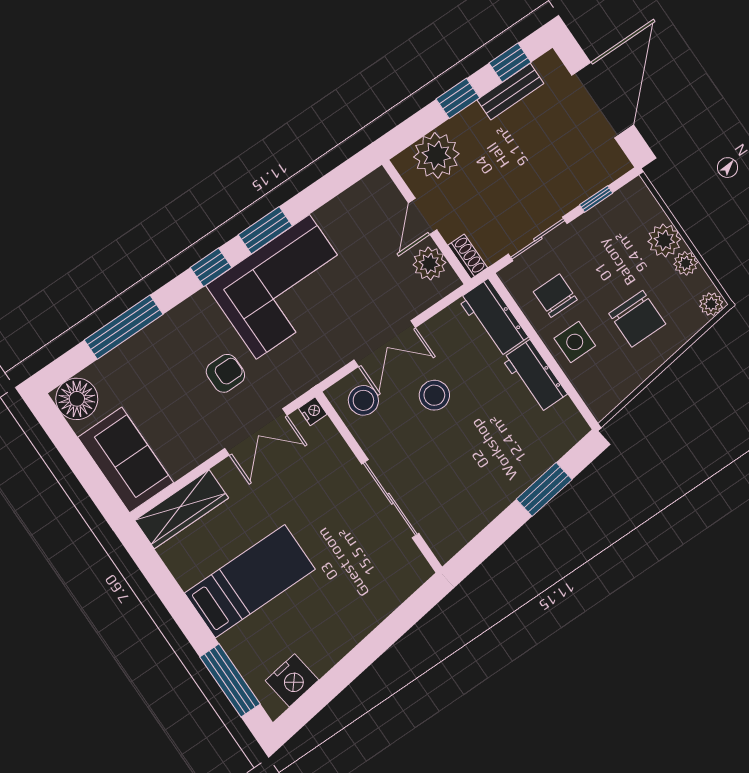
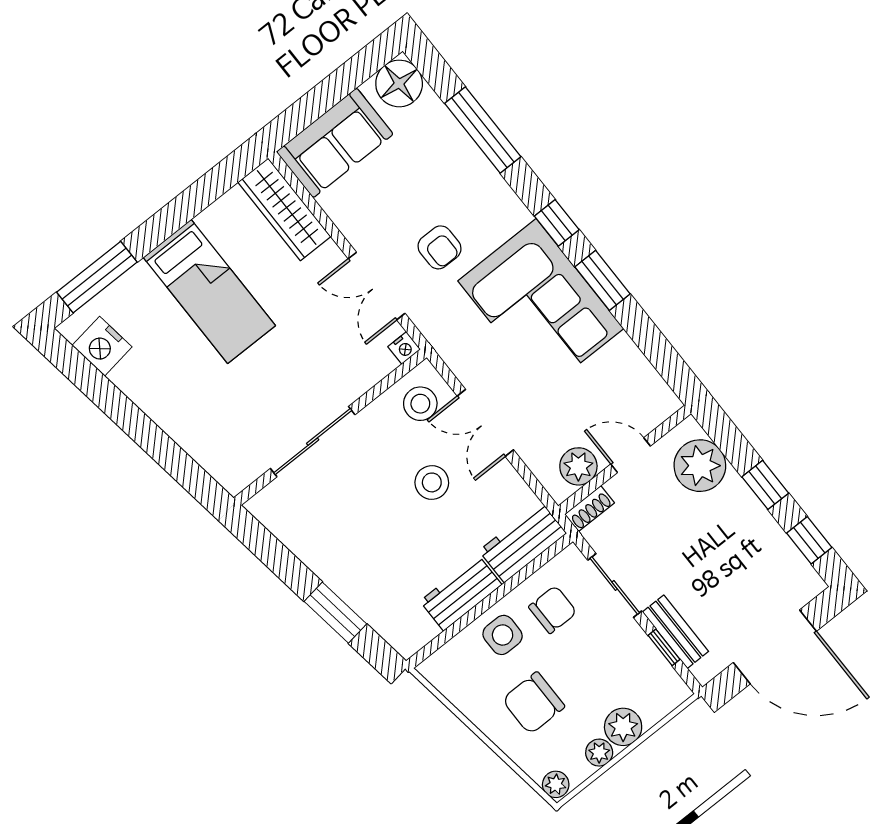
bench: (510, 92) -> (675, 632), moved

